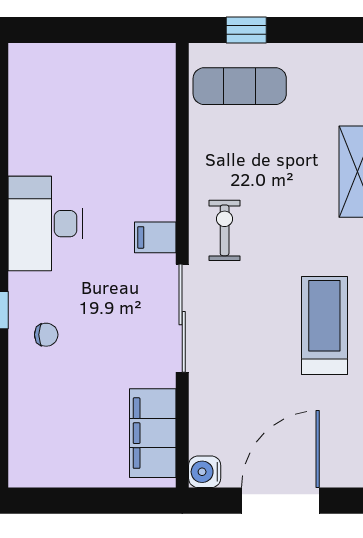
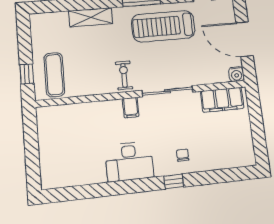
exercise bike: (225, 230) -> (124, 75), turned 90
treadmill: (324, 326) -> (163, 26), width x1.37, depth x1.38

